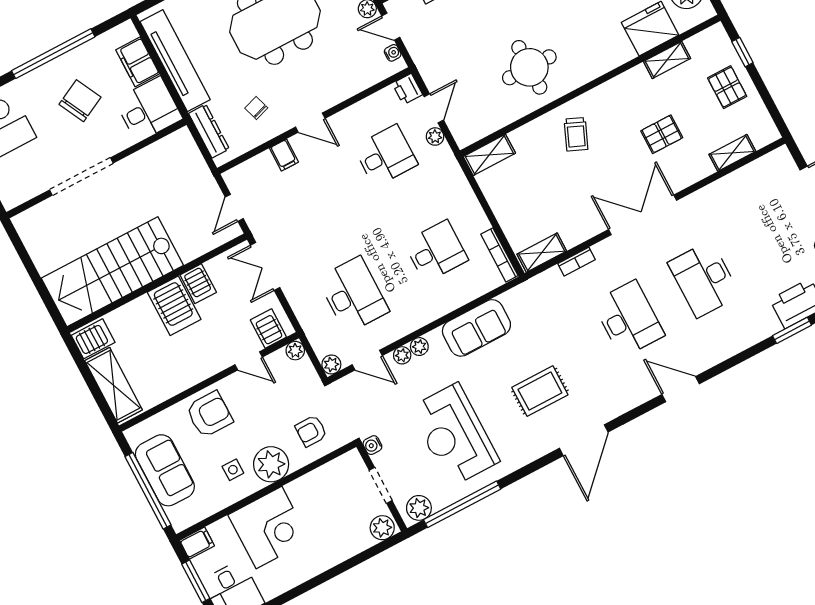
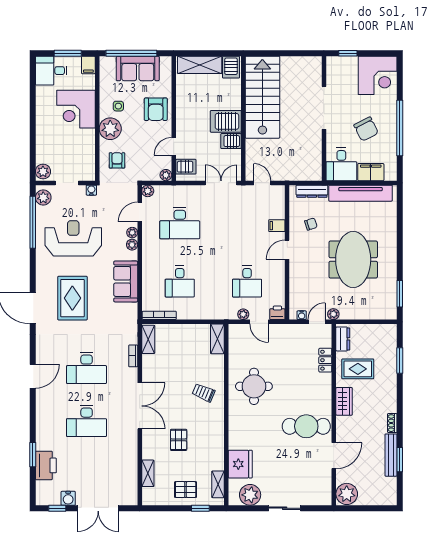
shelving: (667, 60) -> (218, 484), moved
desk: (704, 279) -> (87, 421), turned 180
rug: (540, 391) -> (72, 298), width x1.36, depth x1.43

